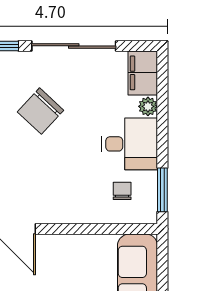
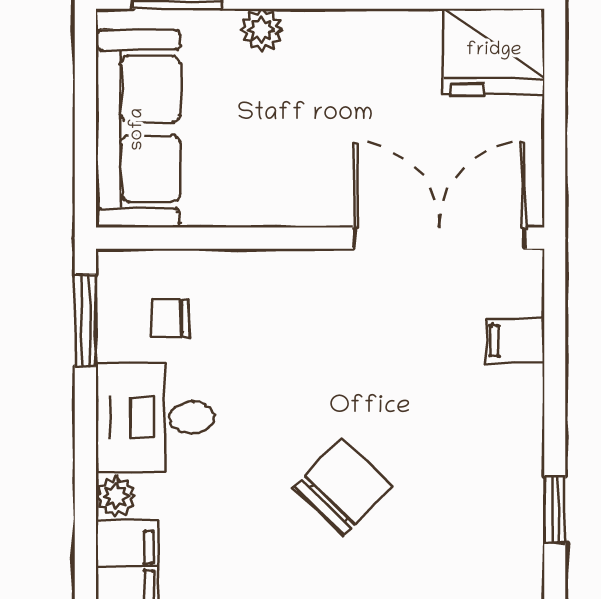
chair: (122, 191) -> (170, 318), turned 90

